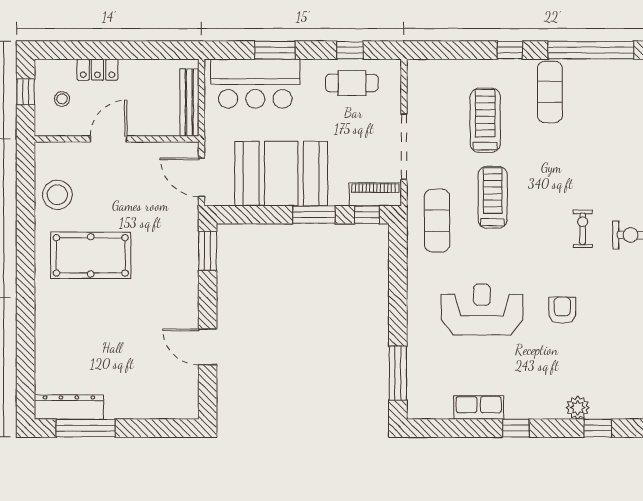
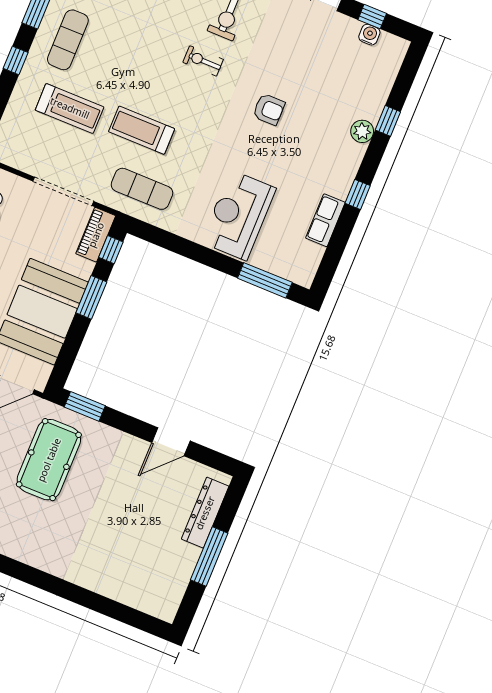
exercise mat: (550, 92) -> (68, 40), turned 90
treadmill: (485, 120) -> (70, 108), turned 180
pool table: (91, 255) -> (49, 460), moved
reception desk: (482, 310) -> (239, 215), moved
armchair: (562, 310) -> (269, 109), turned 180
dresser: (69, 407) -> (205, 513), moved
window: (85, 428) -> (209, 556), moved

